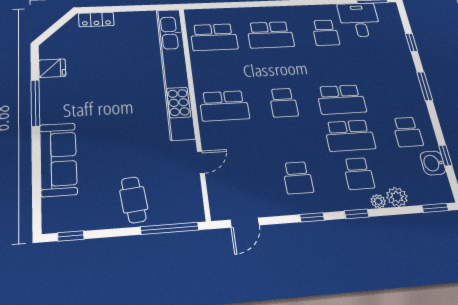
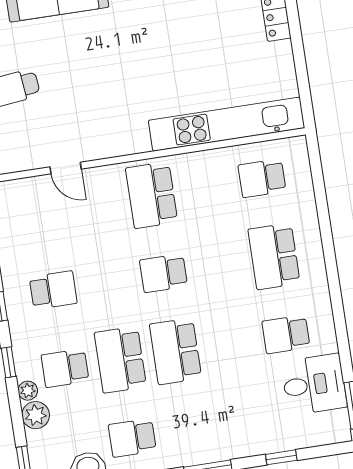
school desk: (214, 37) -> (262, 178), width x0.54
kitchen unit: (175, 72) -> (227, 124), width x0.73
school desk: (298, 178) -> (53, 290), turned 180

